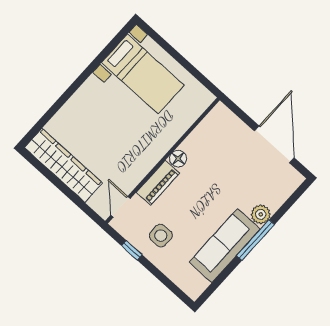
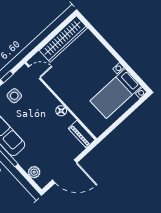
piano: (158, 183) -> (82, 134), moved
plant: (261, 214) -> (34, 172), moved

